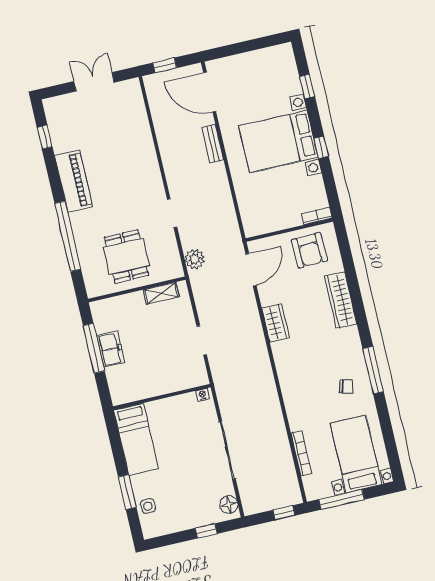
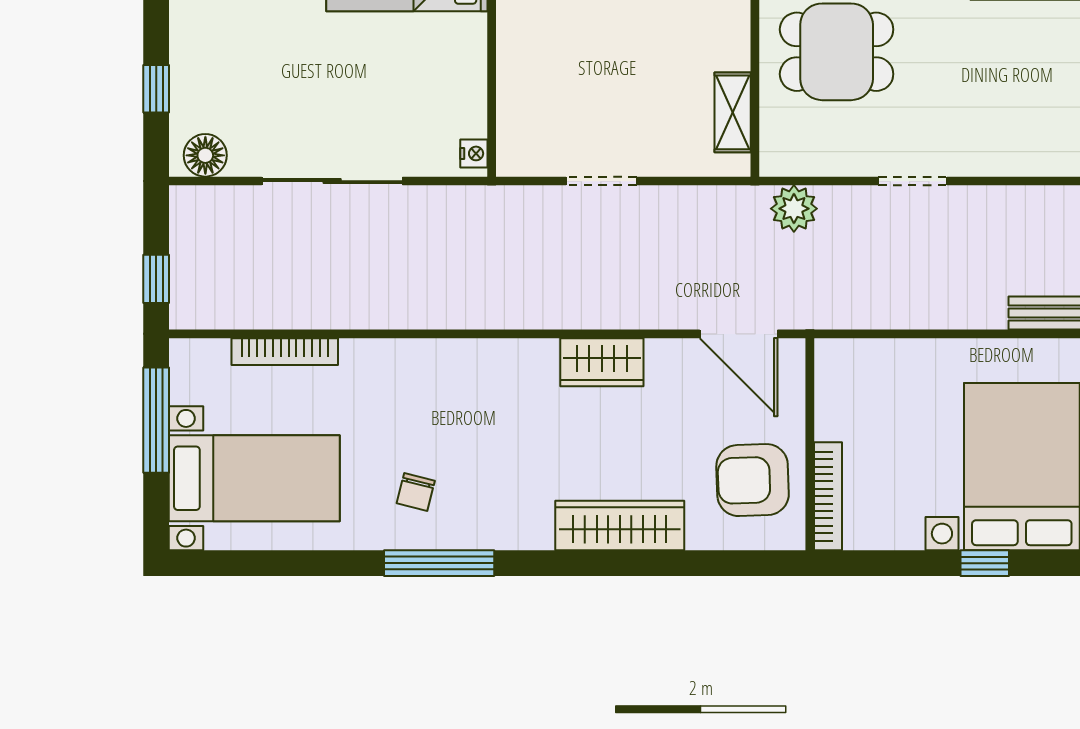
bookcase: (317, 216) -> (828, 496), width x1.56

